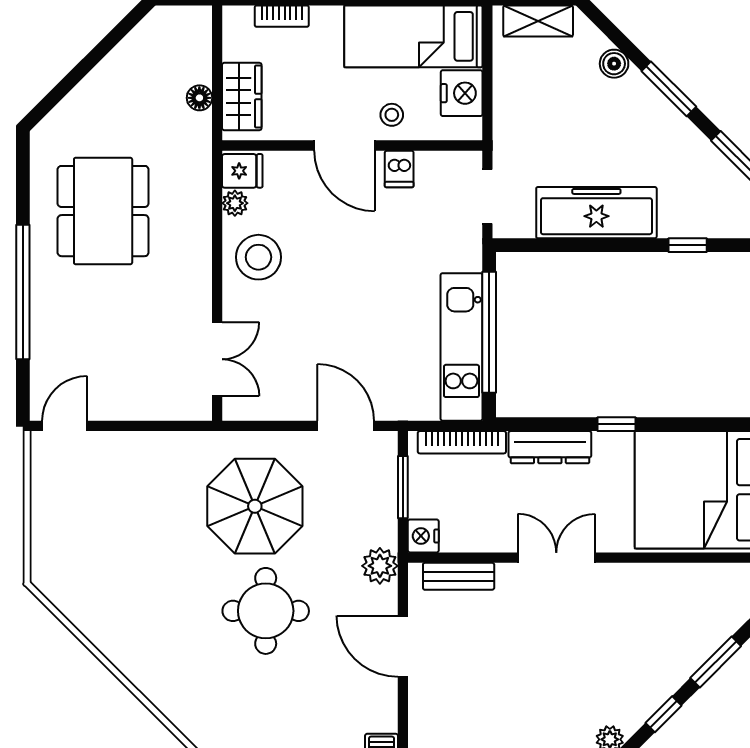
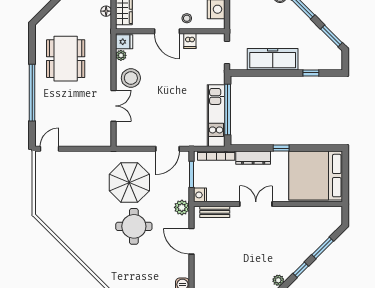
double door: (217, 359) -> (114, 106), moved
door: (346, 426) -> (167, 149), swing flipped

